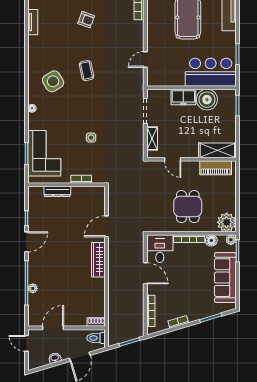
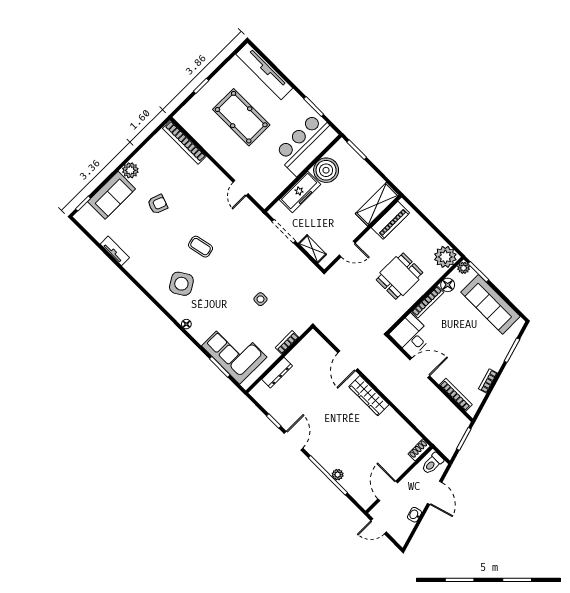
freezer: (183, 97) -> (300, 192), width x1.40
dining table: (188, 207) -> (399, 276), turned 90

